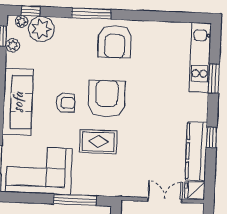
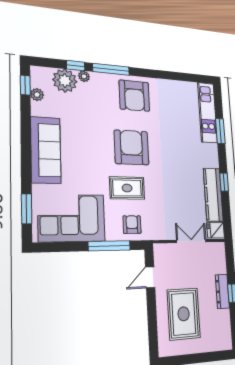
window: (31, 11) -> (76, 66), moved
plant: (22, 22) -> (84, 76), moved
armchair: (65, 103) -> (132, 225), moved, turned -90

